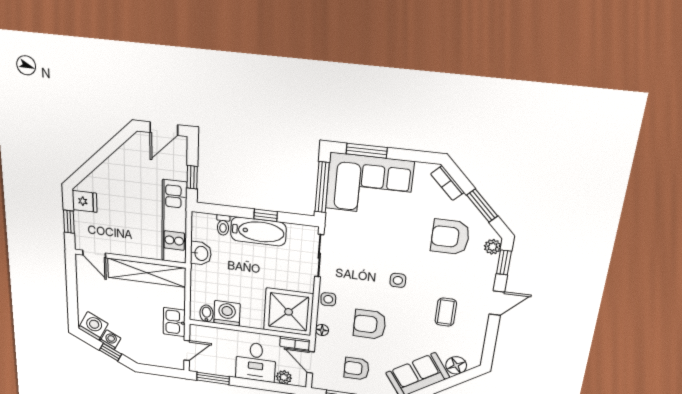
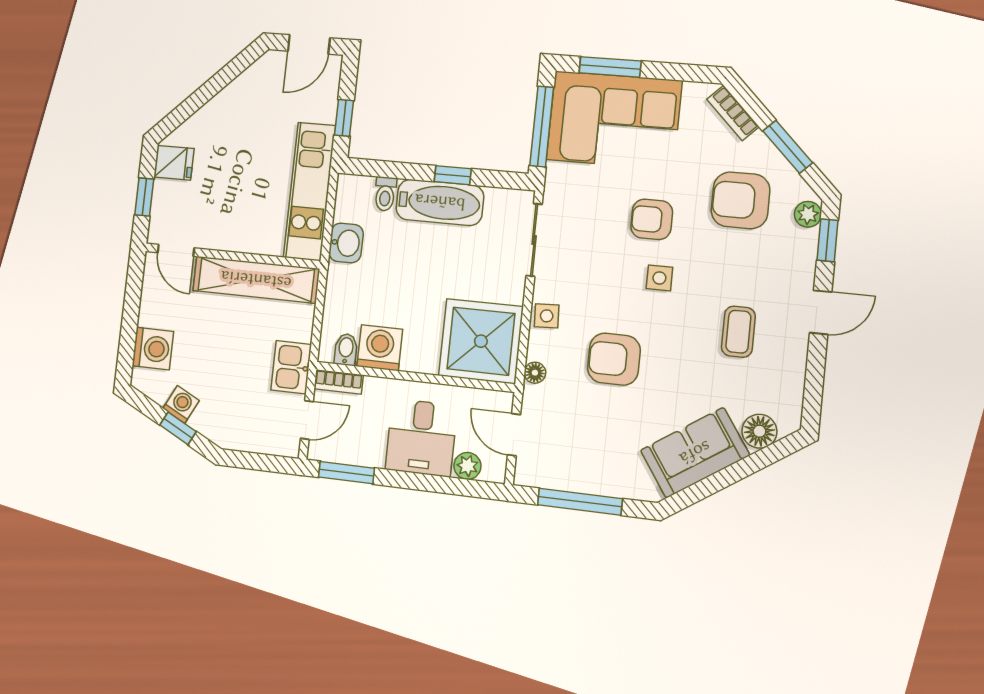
washing machine: (93, 326) -> (153, 349), moved, turned 63
bookcase: (295, 343) -> (339, 382), moved
armchair: (357, 369) -> (652, 219), moved

